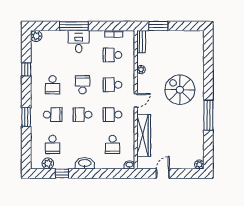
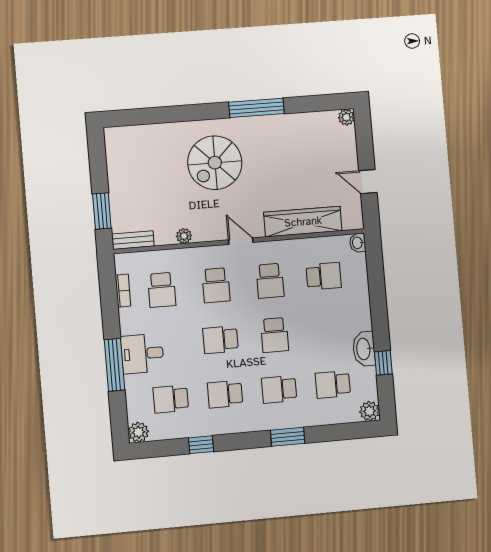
school desk: (53, 55) -> (171, 399), added
school desk: (53, 85) -> (225, 394), turned 180
school desk: (53, 115) -> (279, 389), turned -90
school desk: (53, 144) -> (333, 384), turned 180
plant: (48, 163) -> (370, 411), moved
washbasin: (85, 163) -> (364, 349), moved

